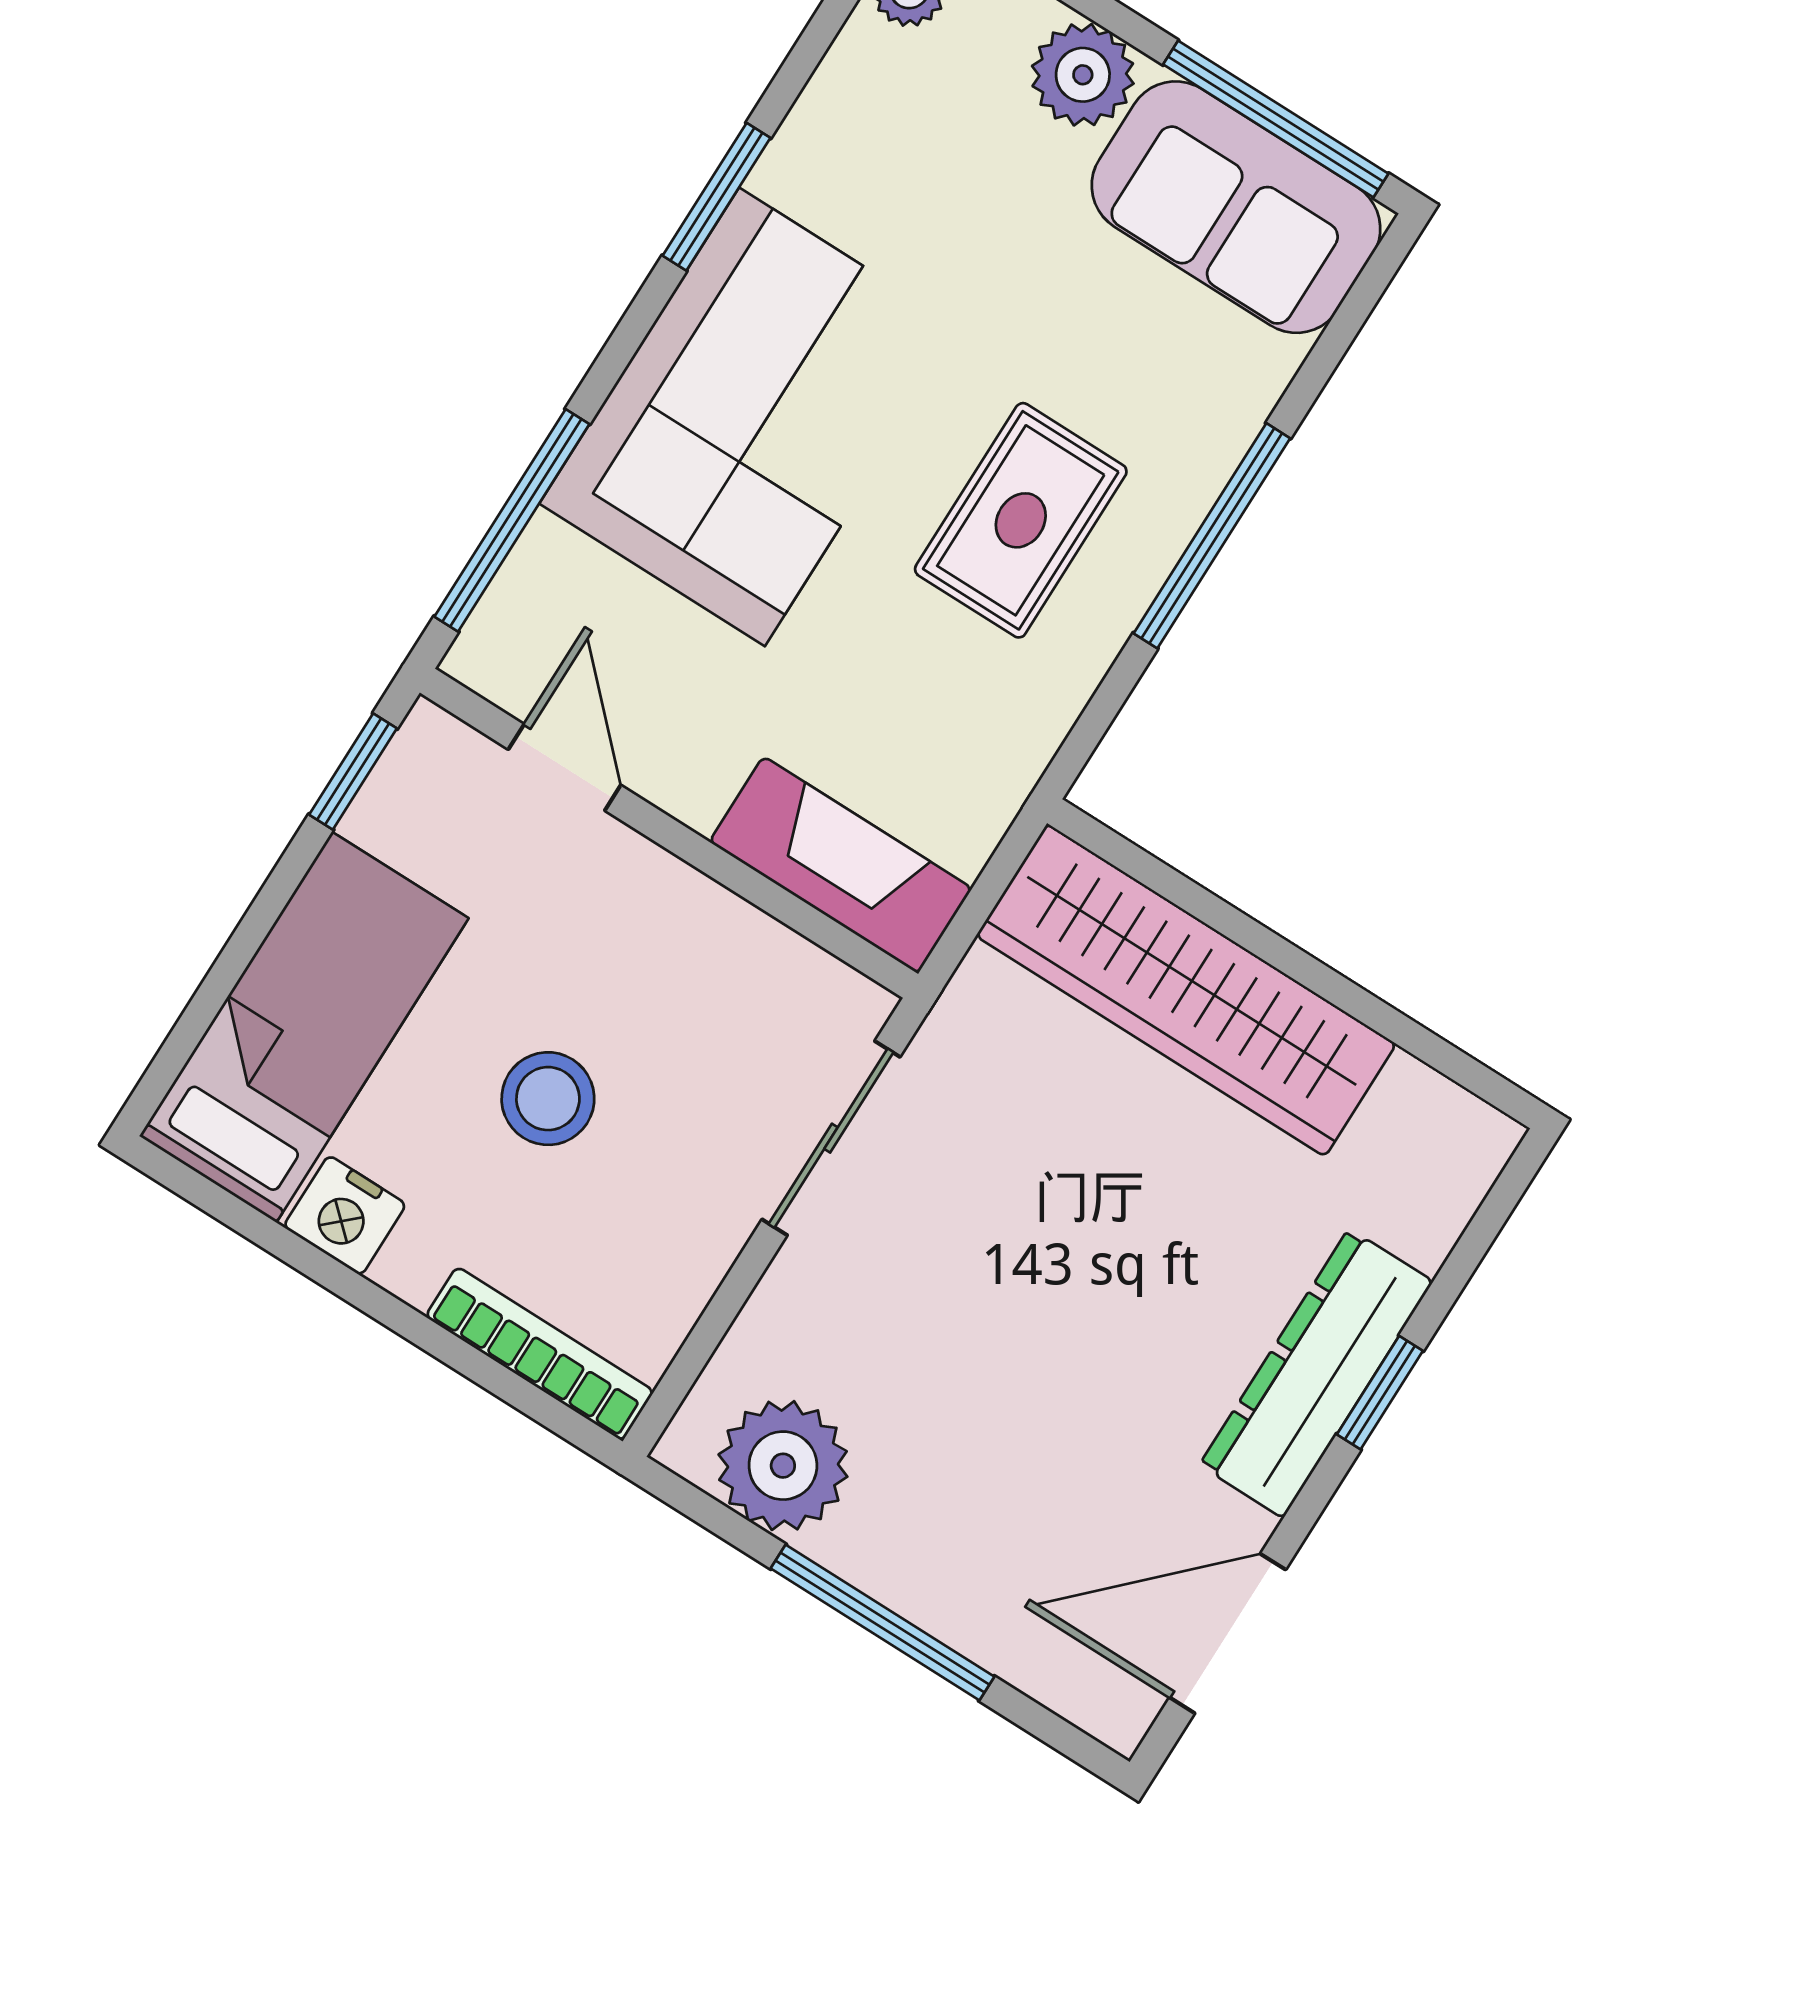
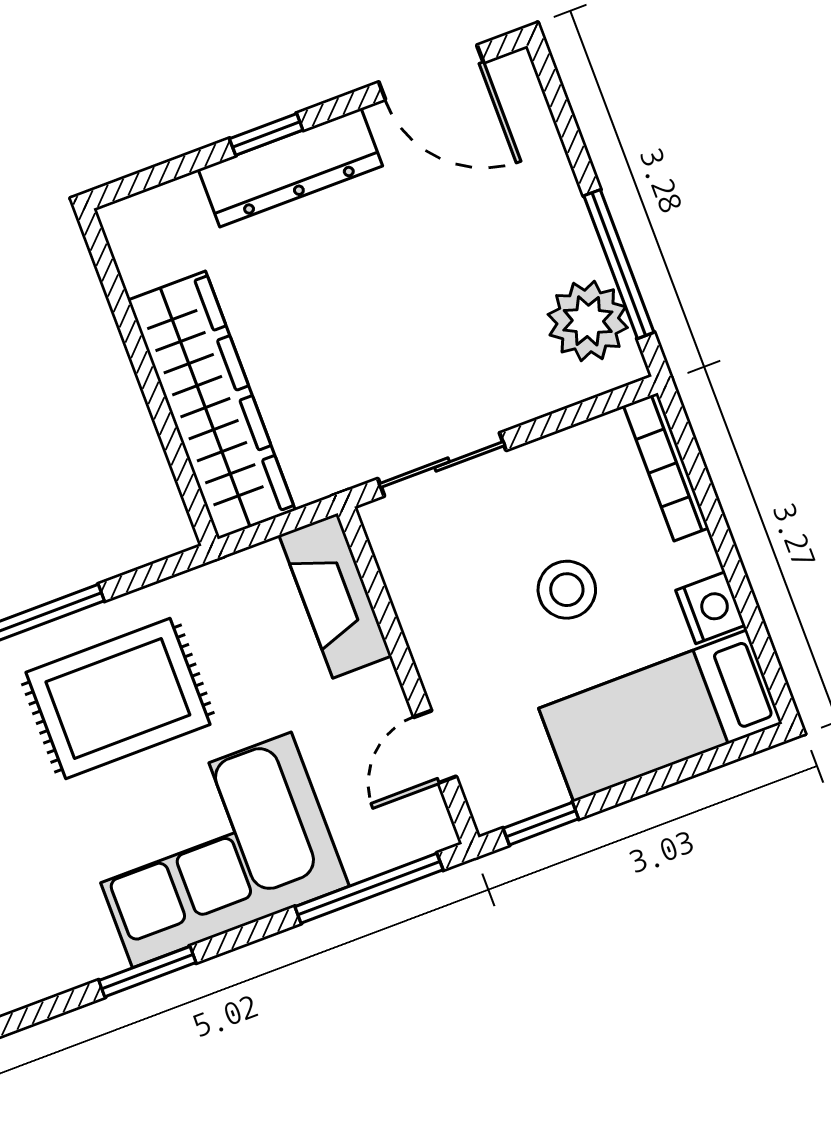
rug: (1021, 520) -> (118, 698), width x1.36, depth x1.43
window: (882, 1623) -> (619, 264), moved

